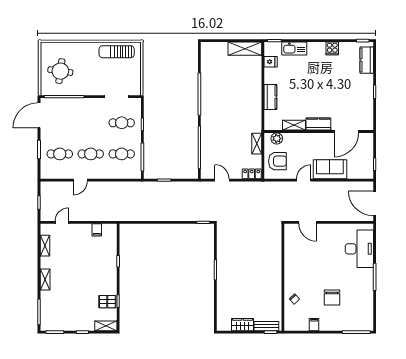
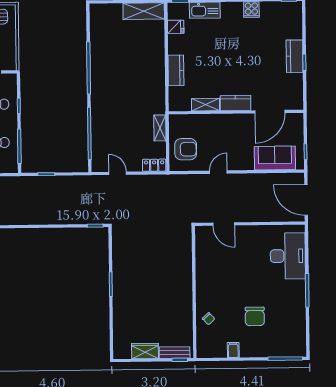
kitchen counter: (367, 60) -> (295, 56), moved
plant: (277, 138) -> (185, 121), removed
sofa: (330, 169) -> (275, 158), moved

